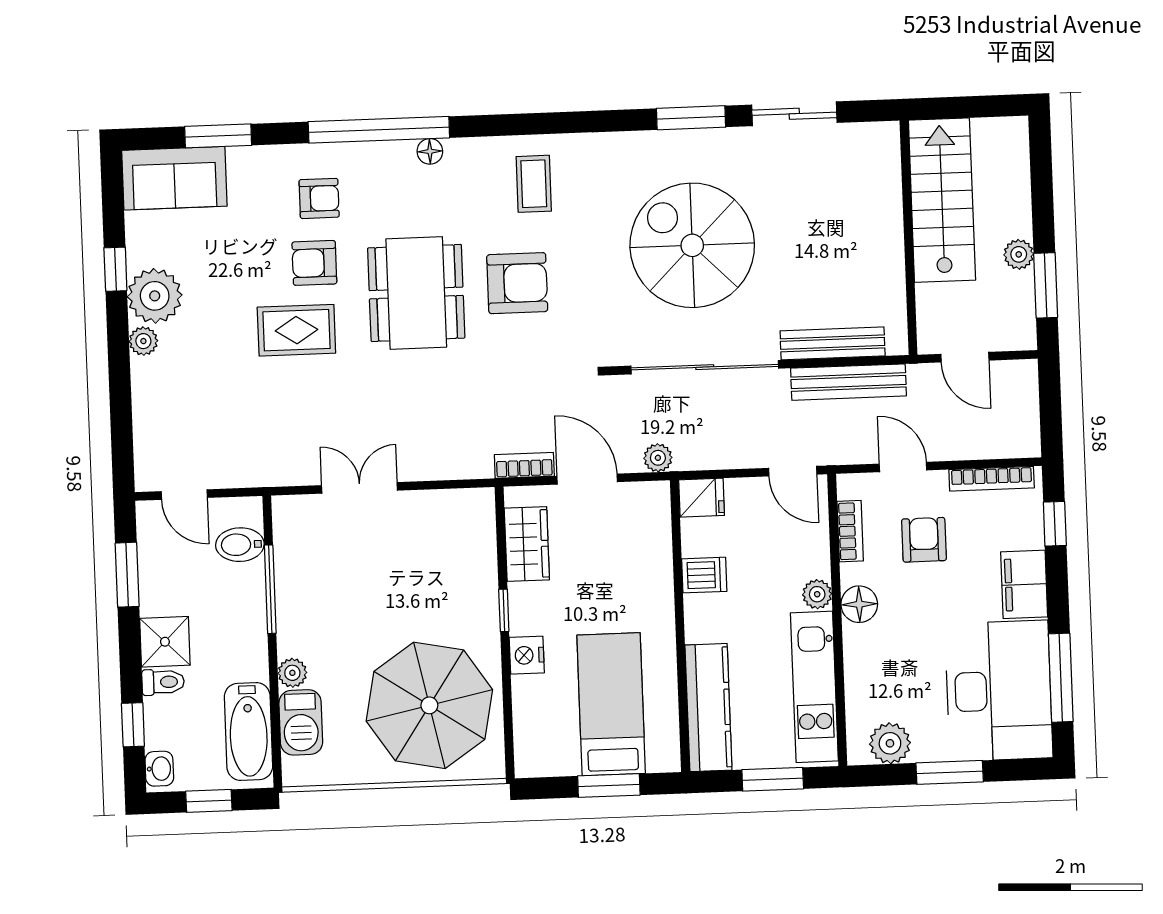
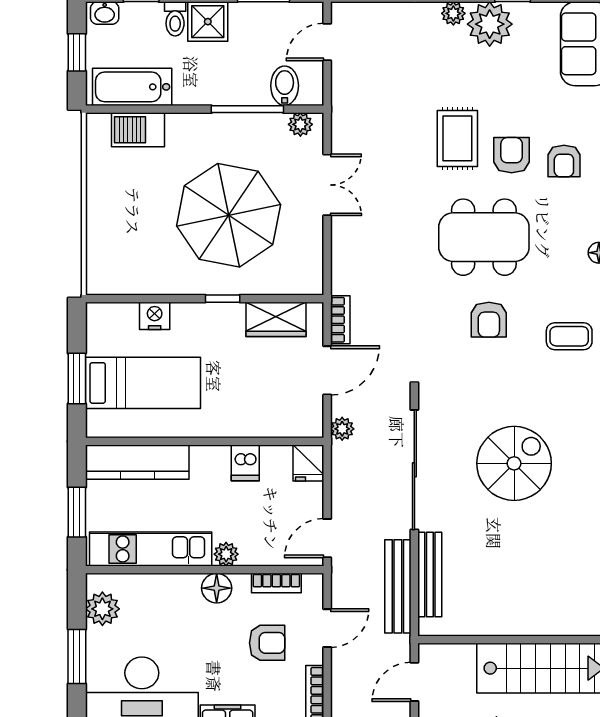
spiral stairs: (692, 245) -> (514, 463), width x0.73, depth x0.73
armchair: (517, 283) -> (489, 320), width x0.72, depth x0.72
nightstand: (527, 655) -> (155, 316), moved
plant: (292, 673) -> (300, 124), moved
parasol: (429, 705) -> (229, 215), moved

